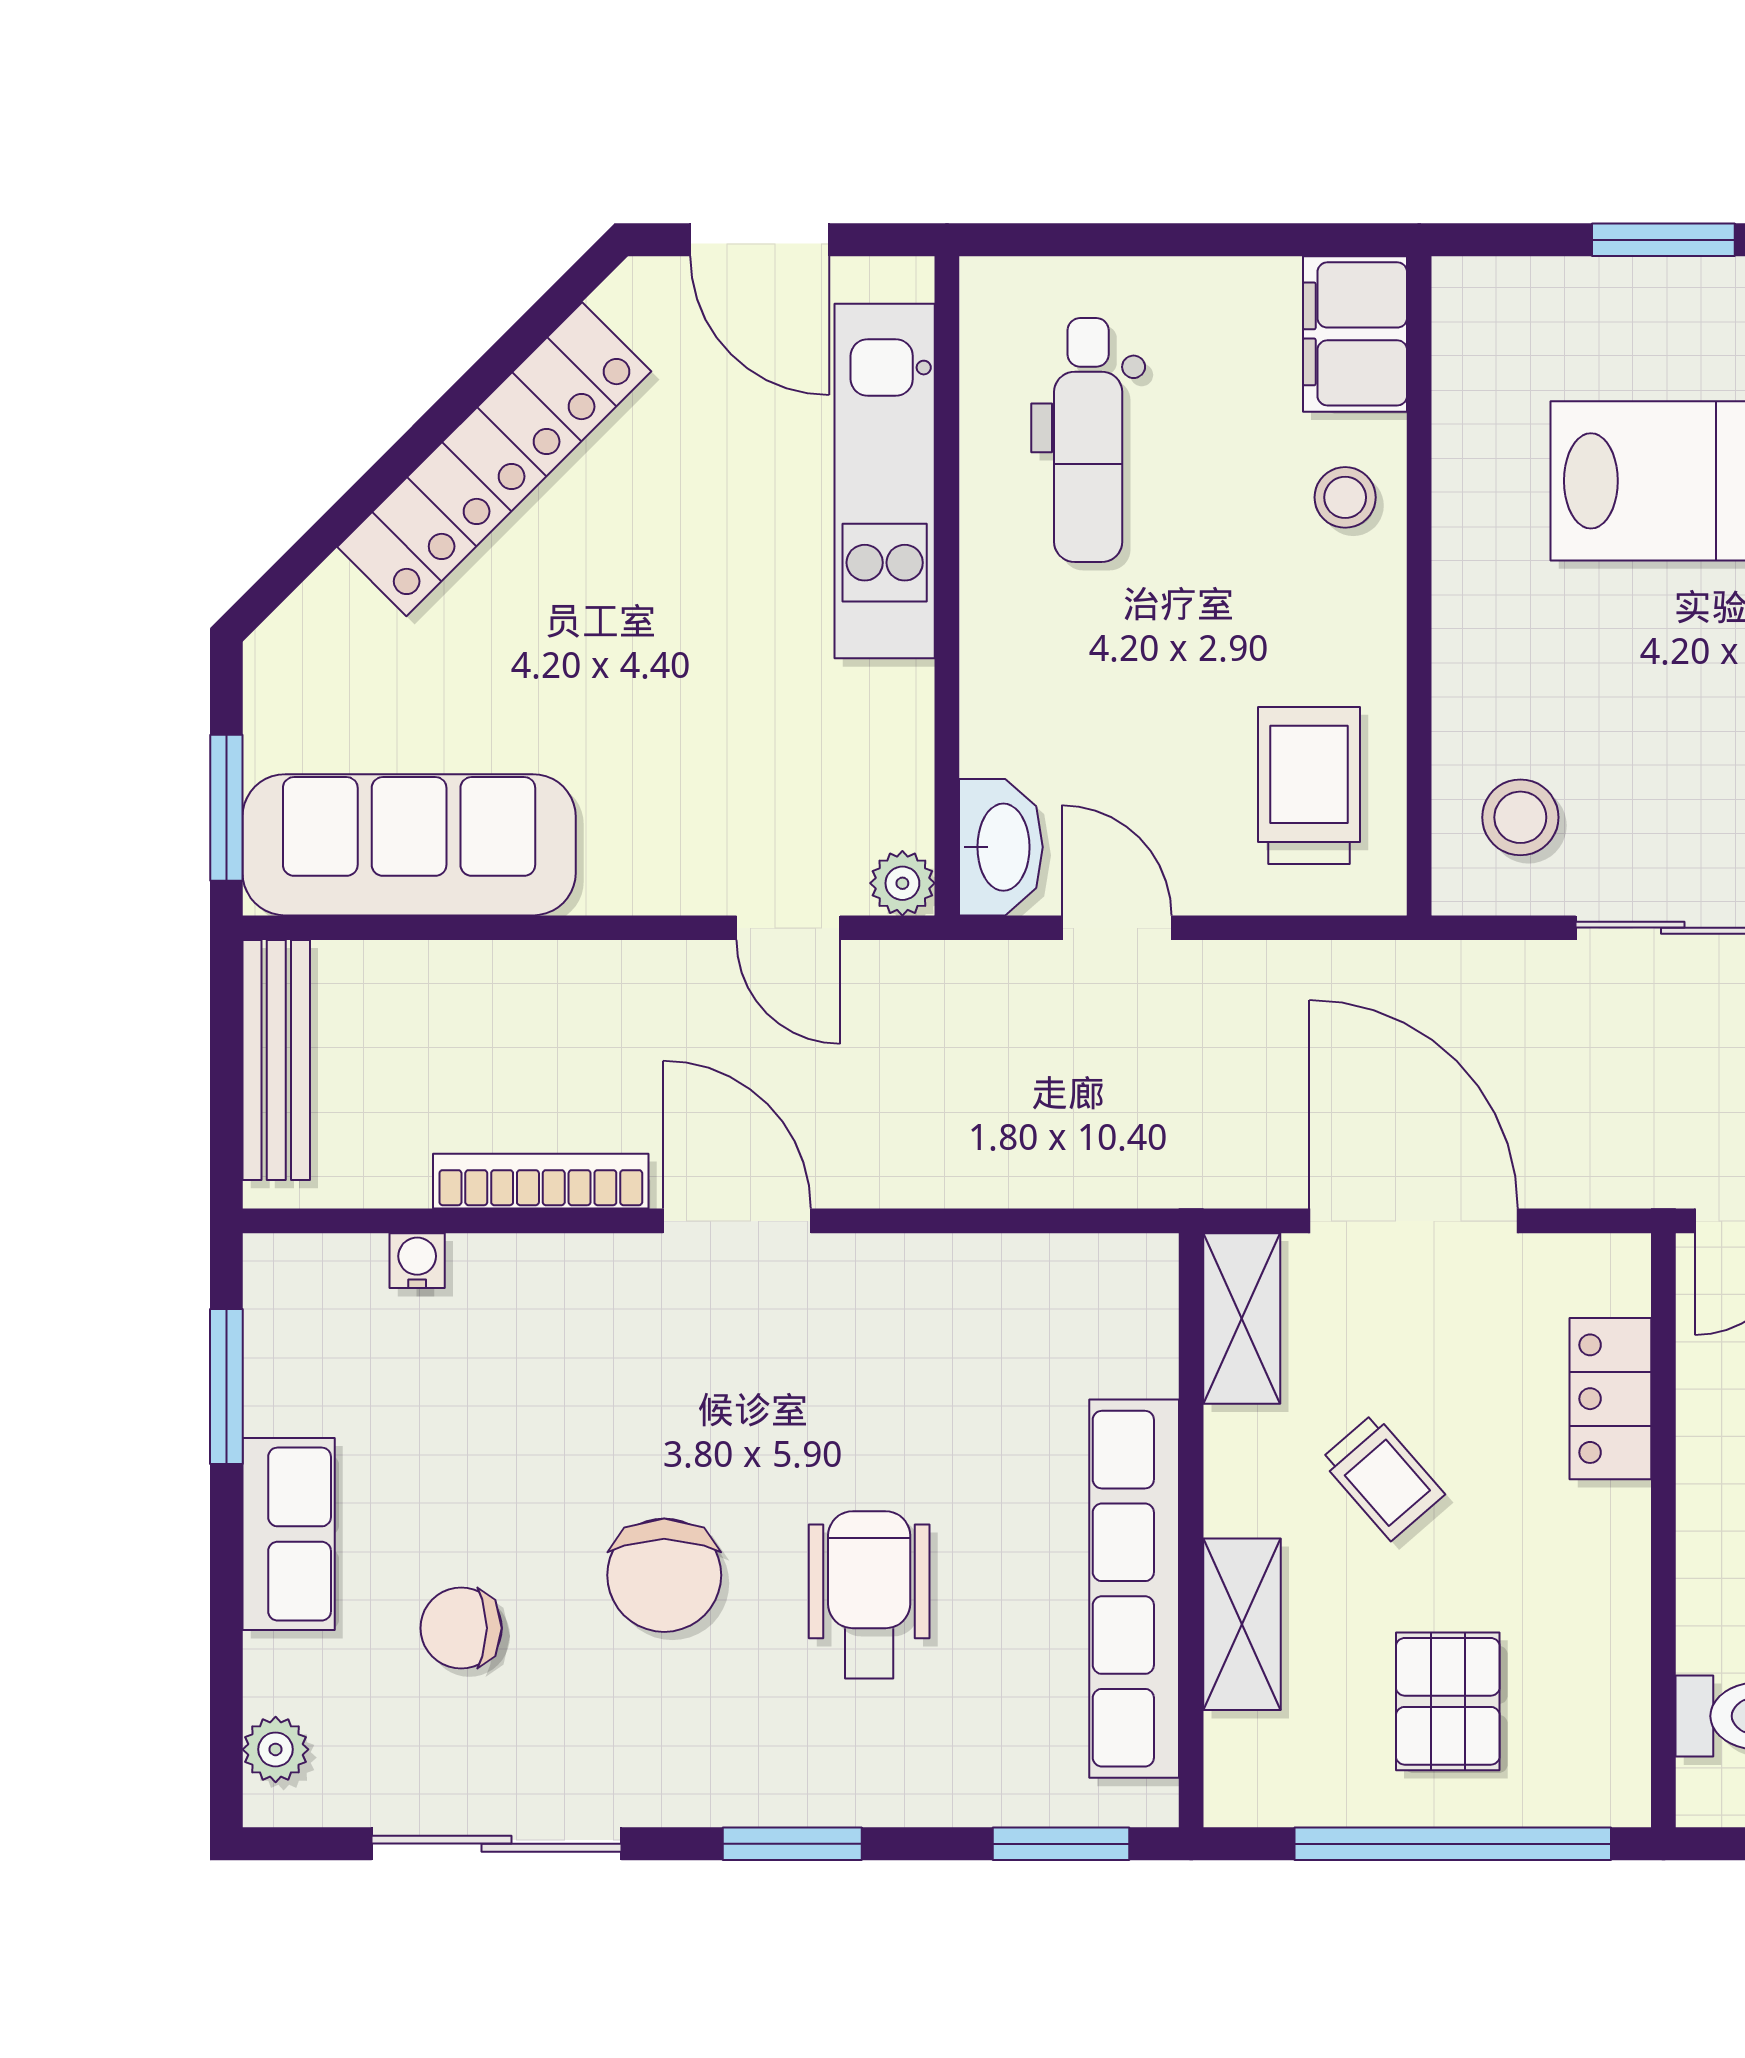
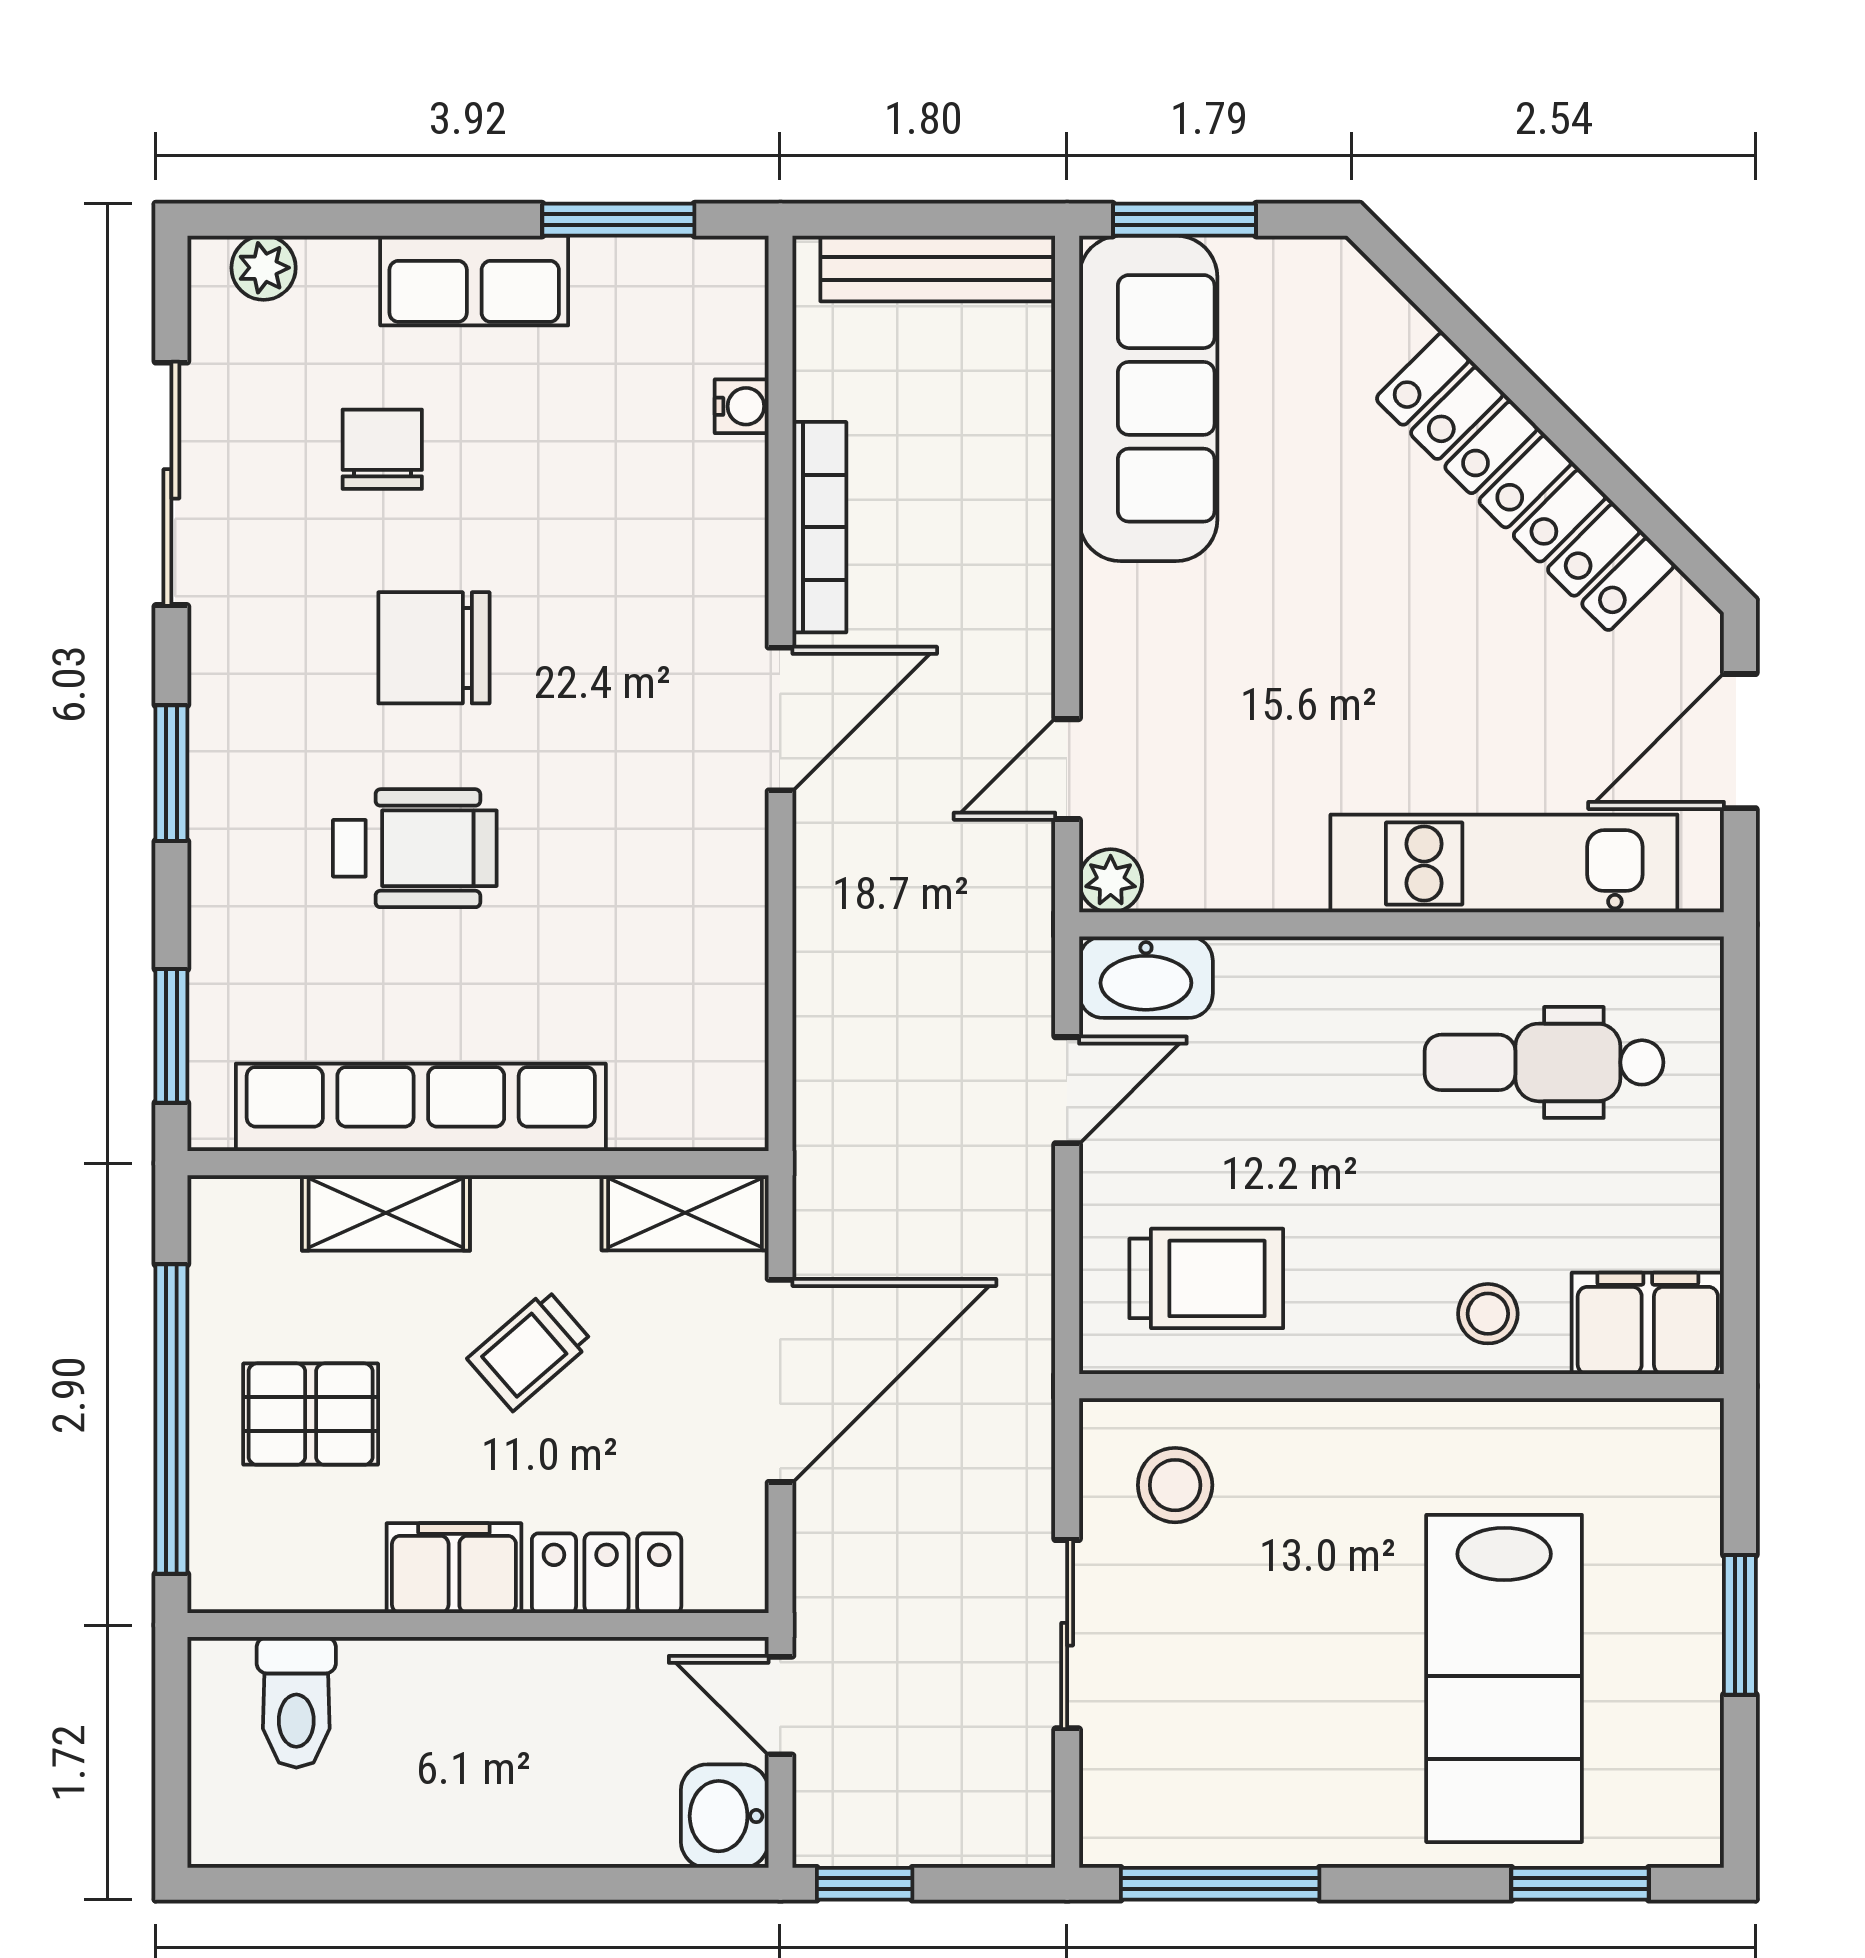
filing cabinet: (1605, 1555) -> (454, 1568), added

